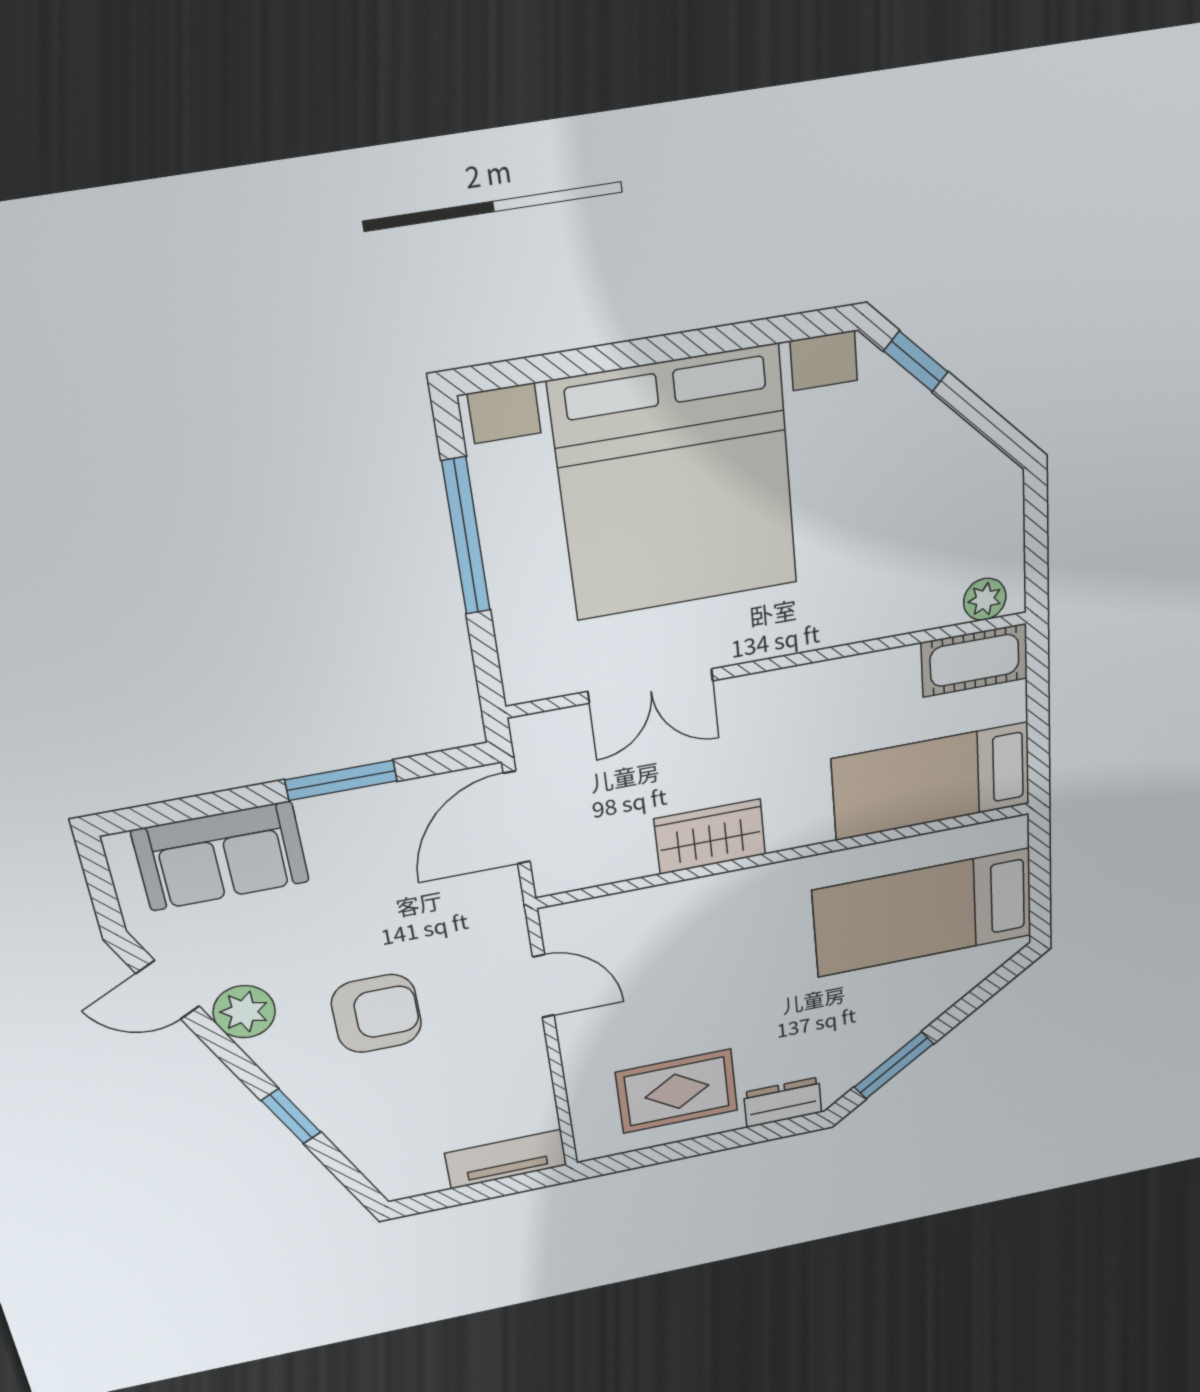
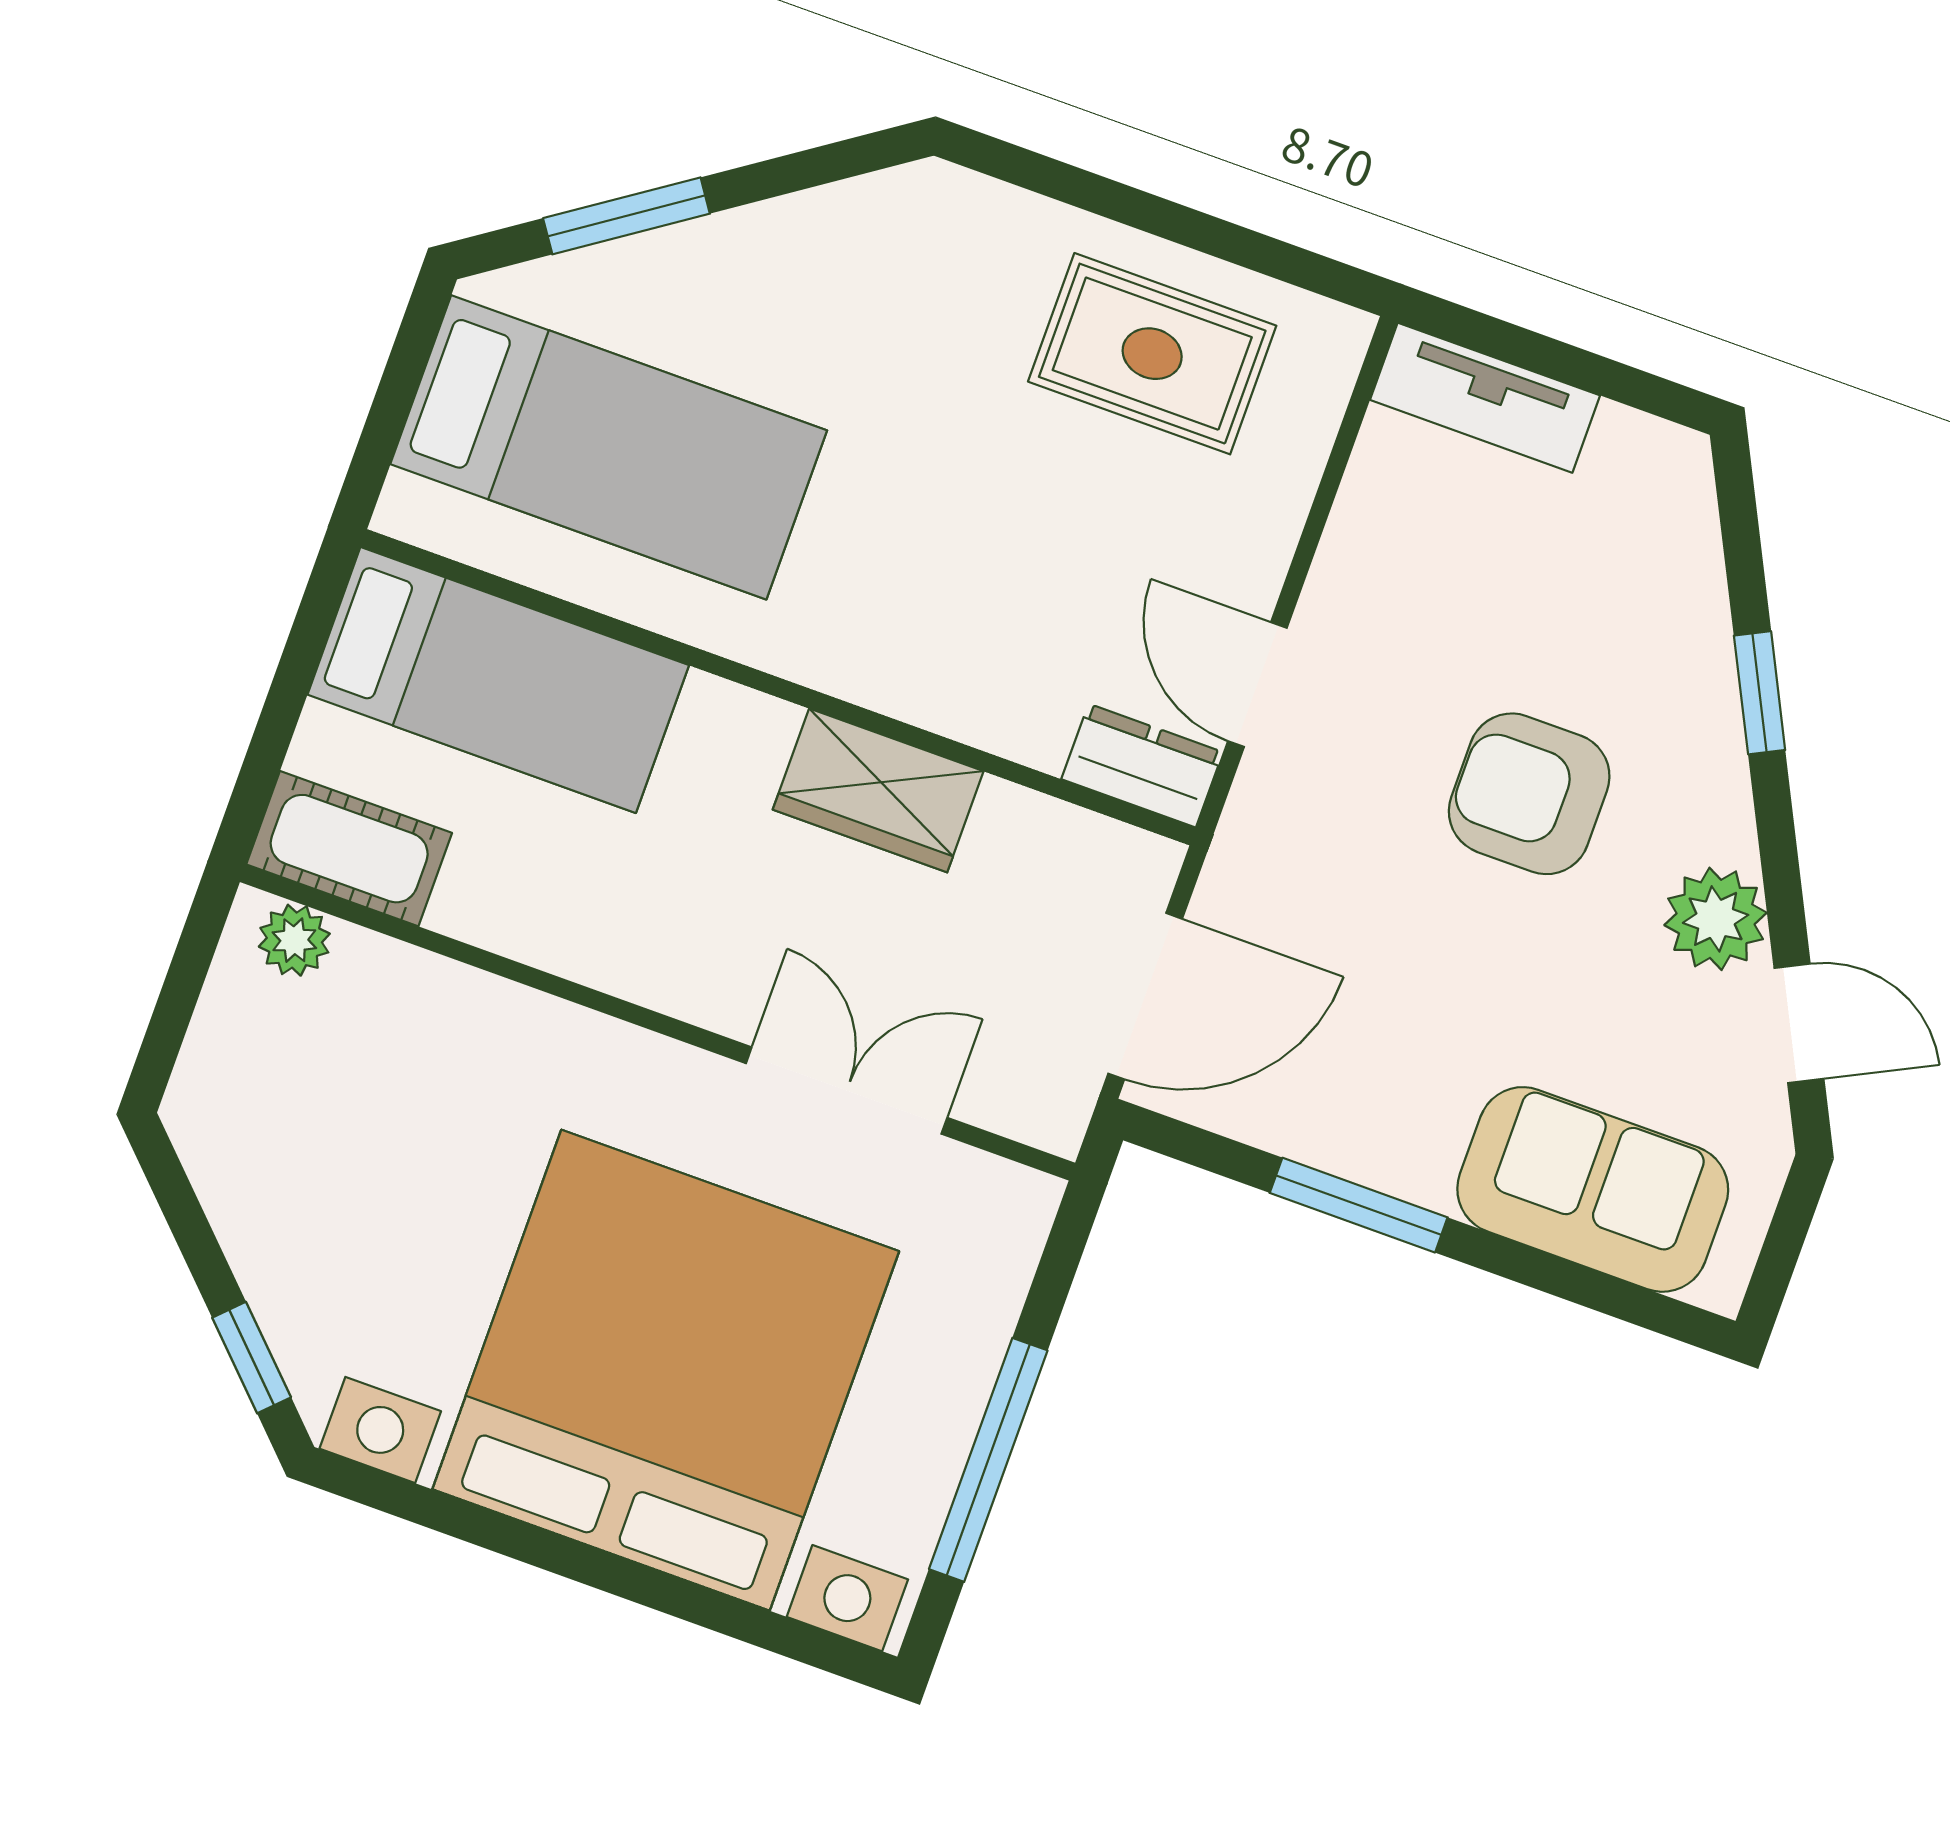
window: (894, 1065) -> (626, 216), moved
dresser: (783, 1102) -> (1142, 766), moved, turned 180

